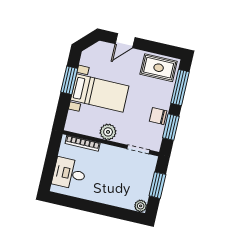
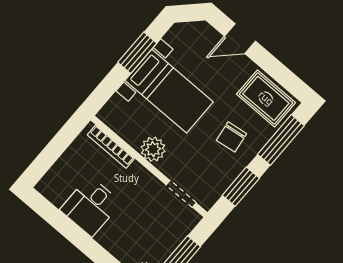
chair: (158, 116) -> (231, 137), moved, turned -98
desk: (69, 173) -> (91, 206), moved, turned -90

